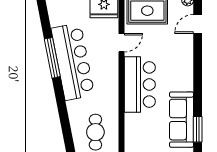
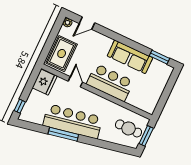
door: (198, 24) -> (87, 23), hinge flipped
sofa: (182, 120) -> (130, 57), moved

